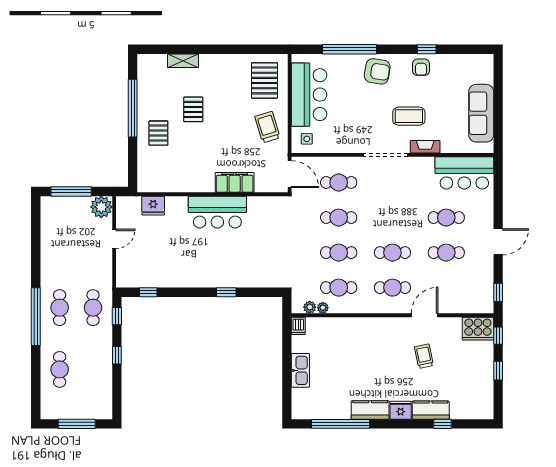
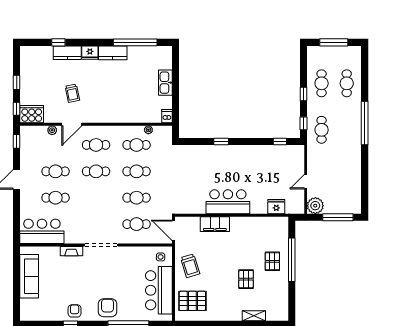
armchair: (377, 71) -> (108, 308), turned 81
pallet: (265, 80) -> (192, 301), turned 90
window: (133, 108) -> (292, 260), moved
coffee table: (409, 116) -> (84, 274), removed
plant: (310, 307) -> (52, 130), moved
cafe table: (60, 308) -> (322, 83), moved

